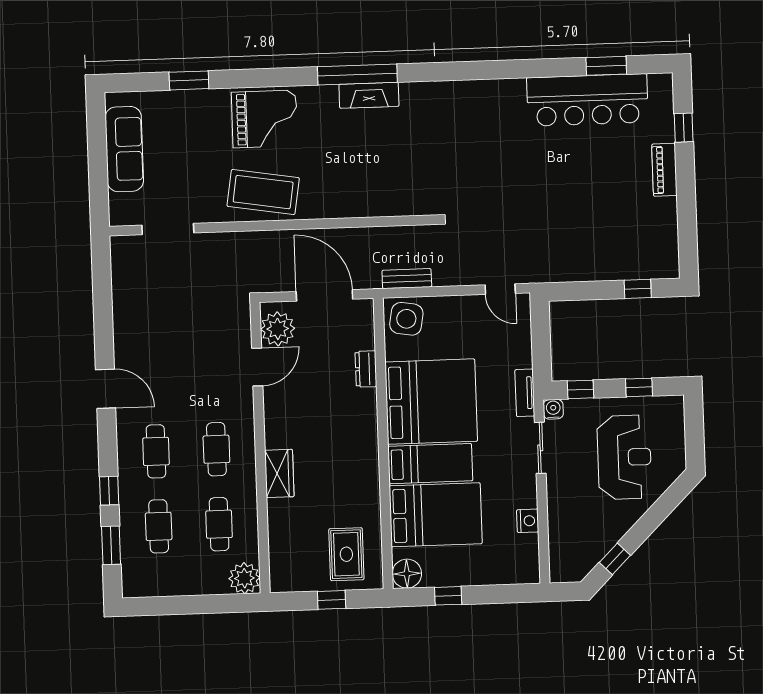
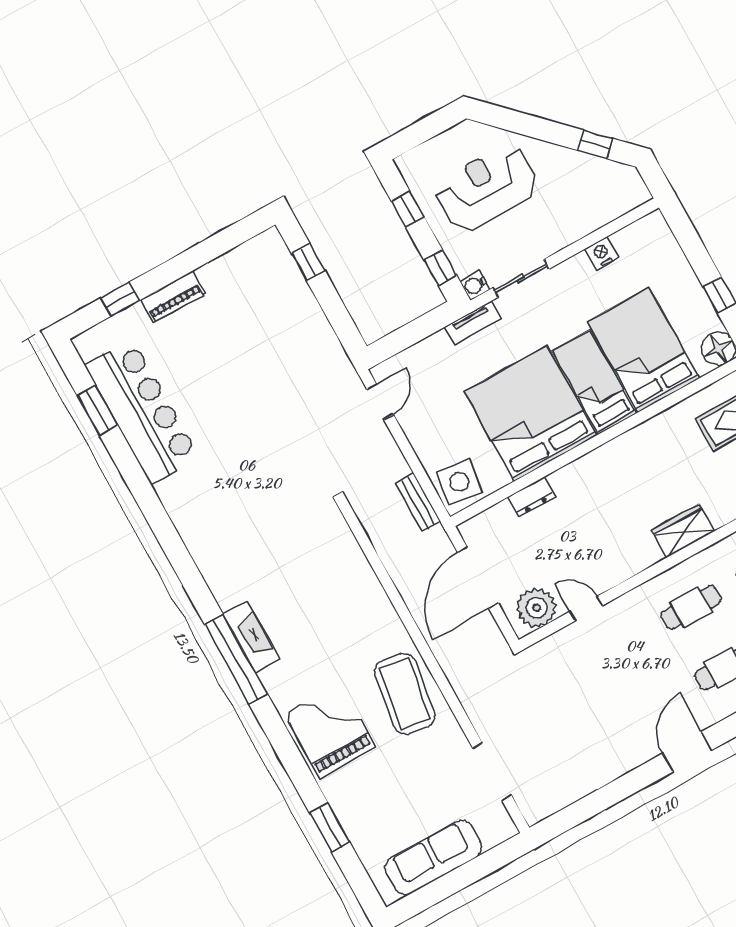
door: (257, 367) -> (586, 609), width x0.73

